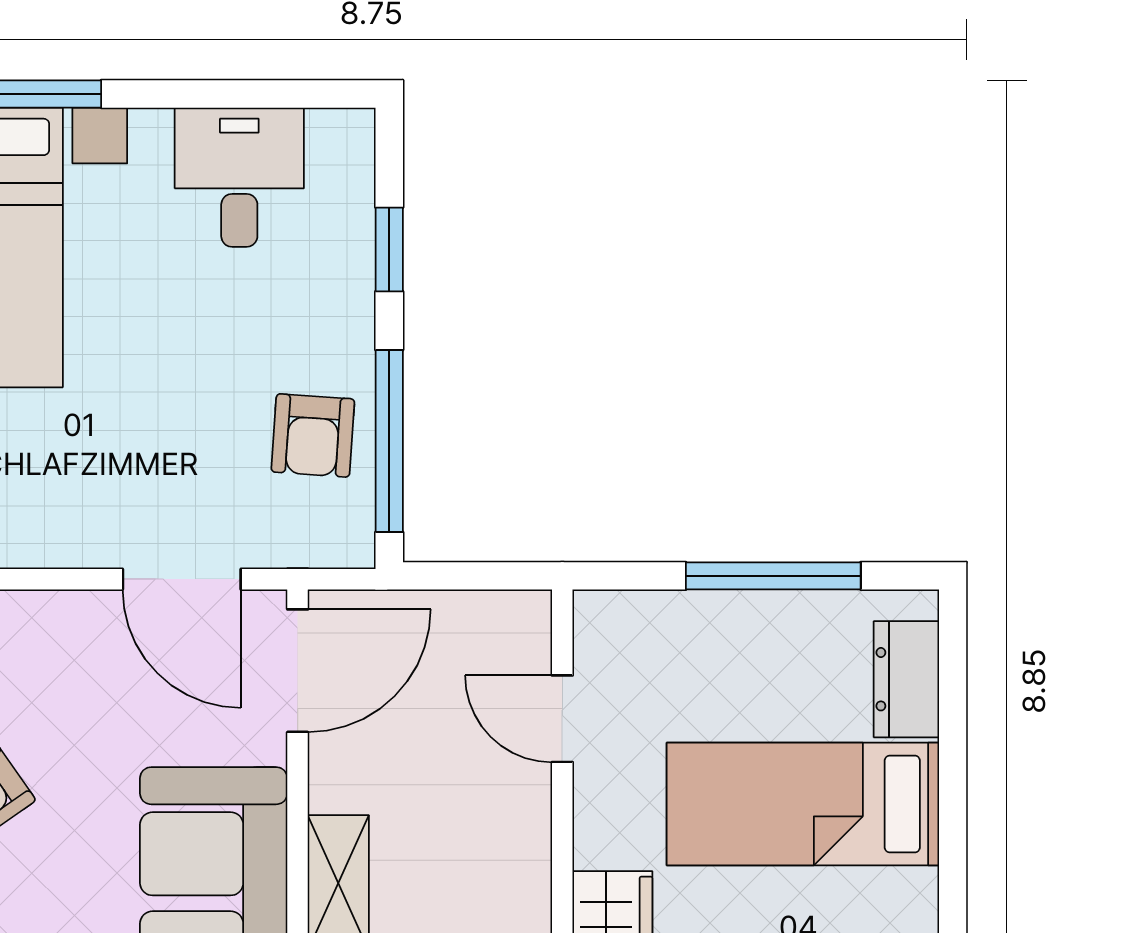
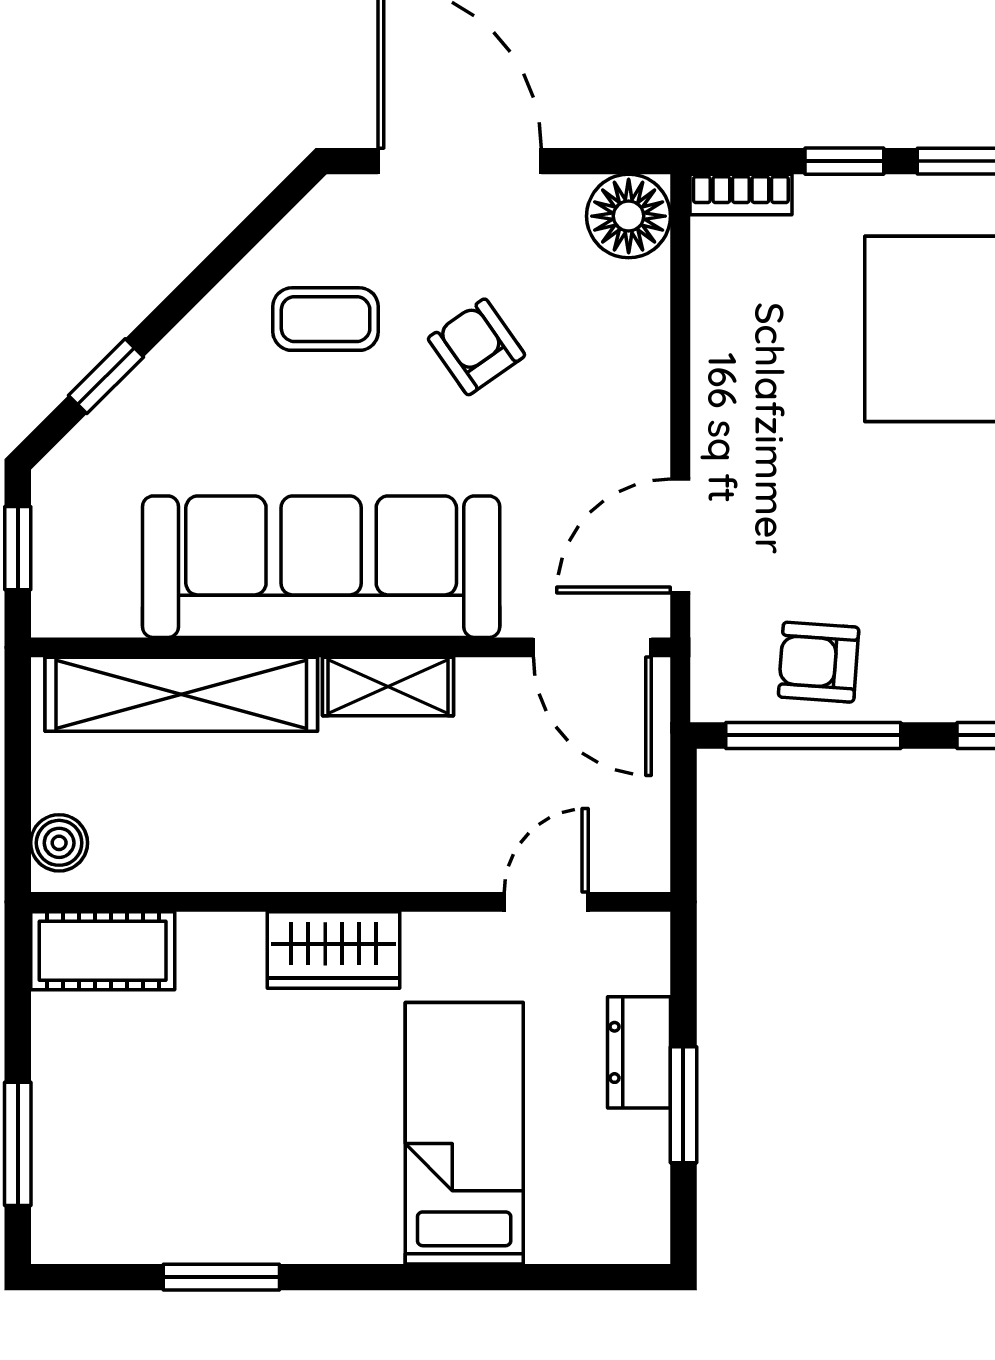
window: (773, 576) -> (683, 1105), width x0.69
dresser: (906, 679) -> (639, 1052), moved, turned -90

